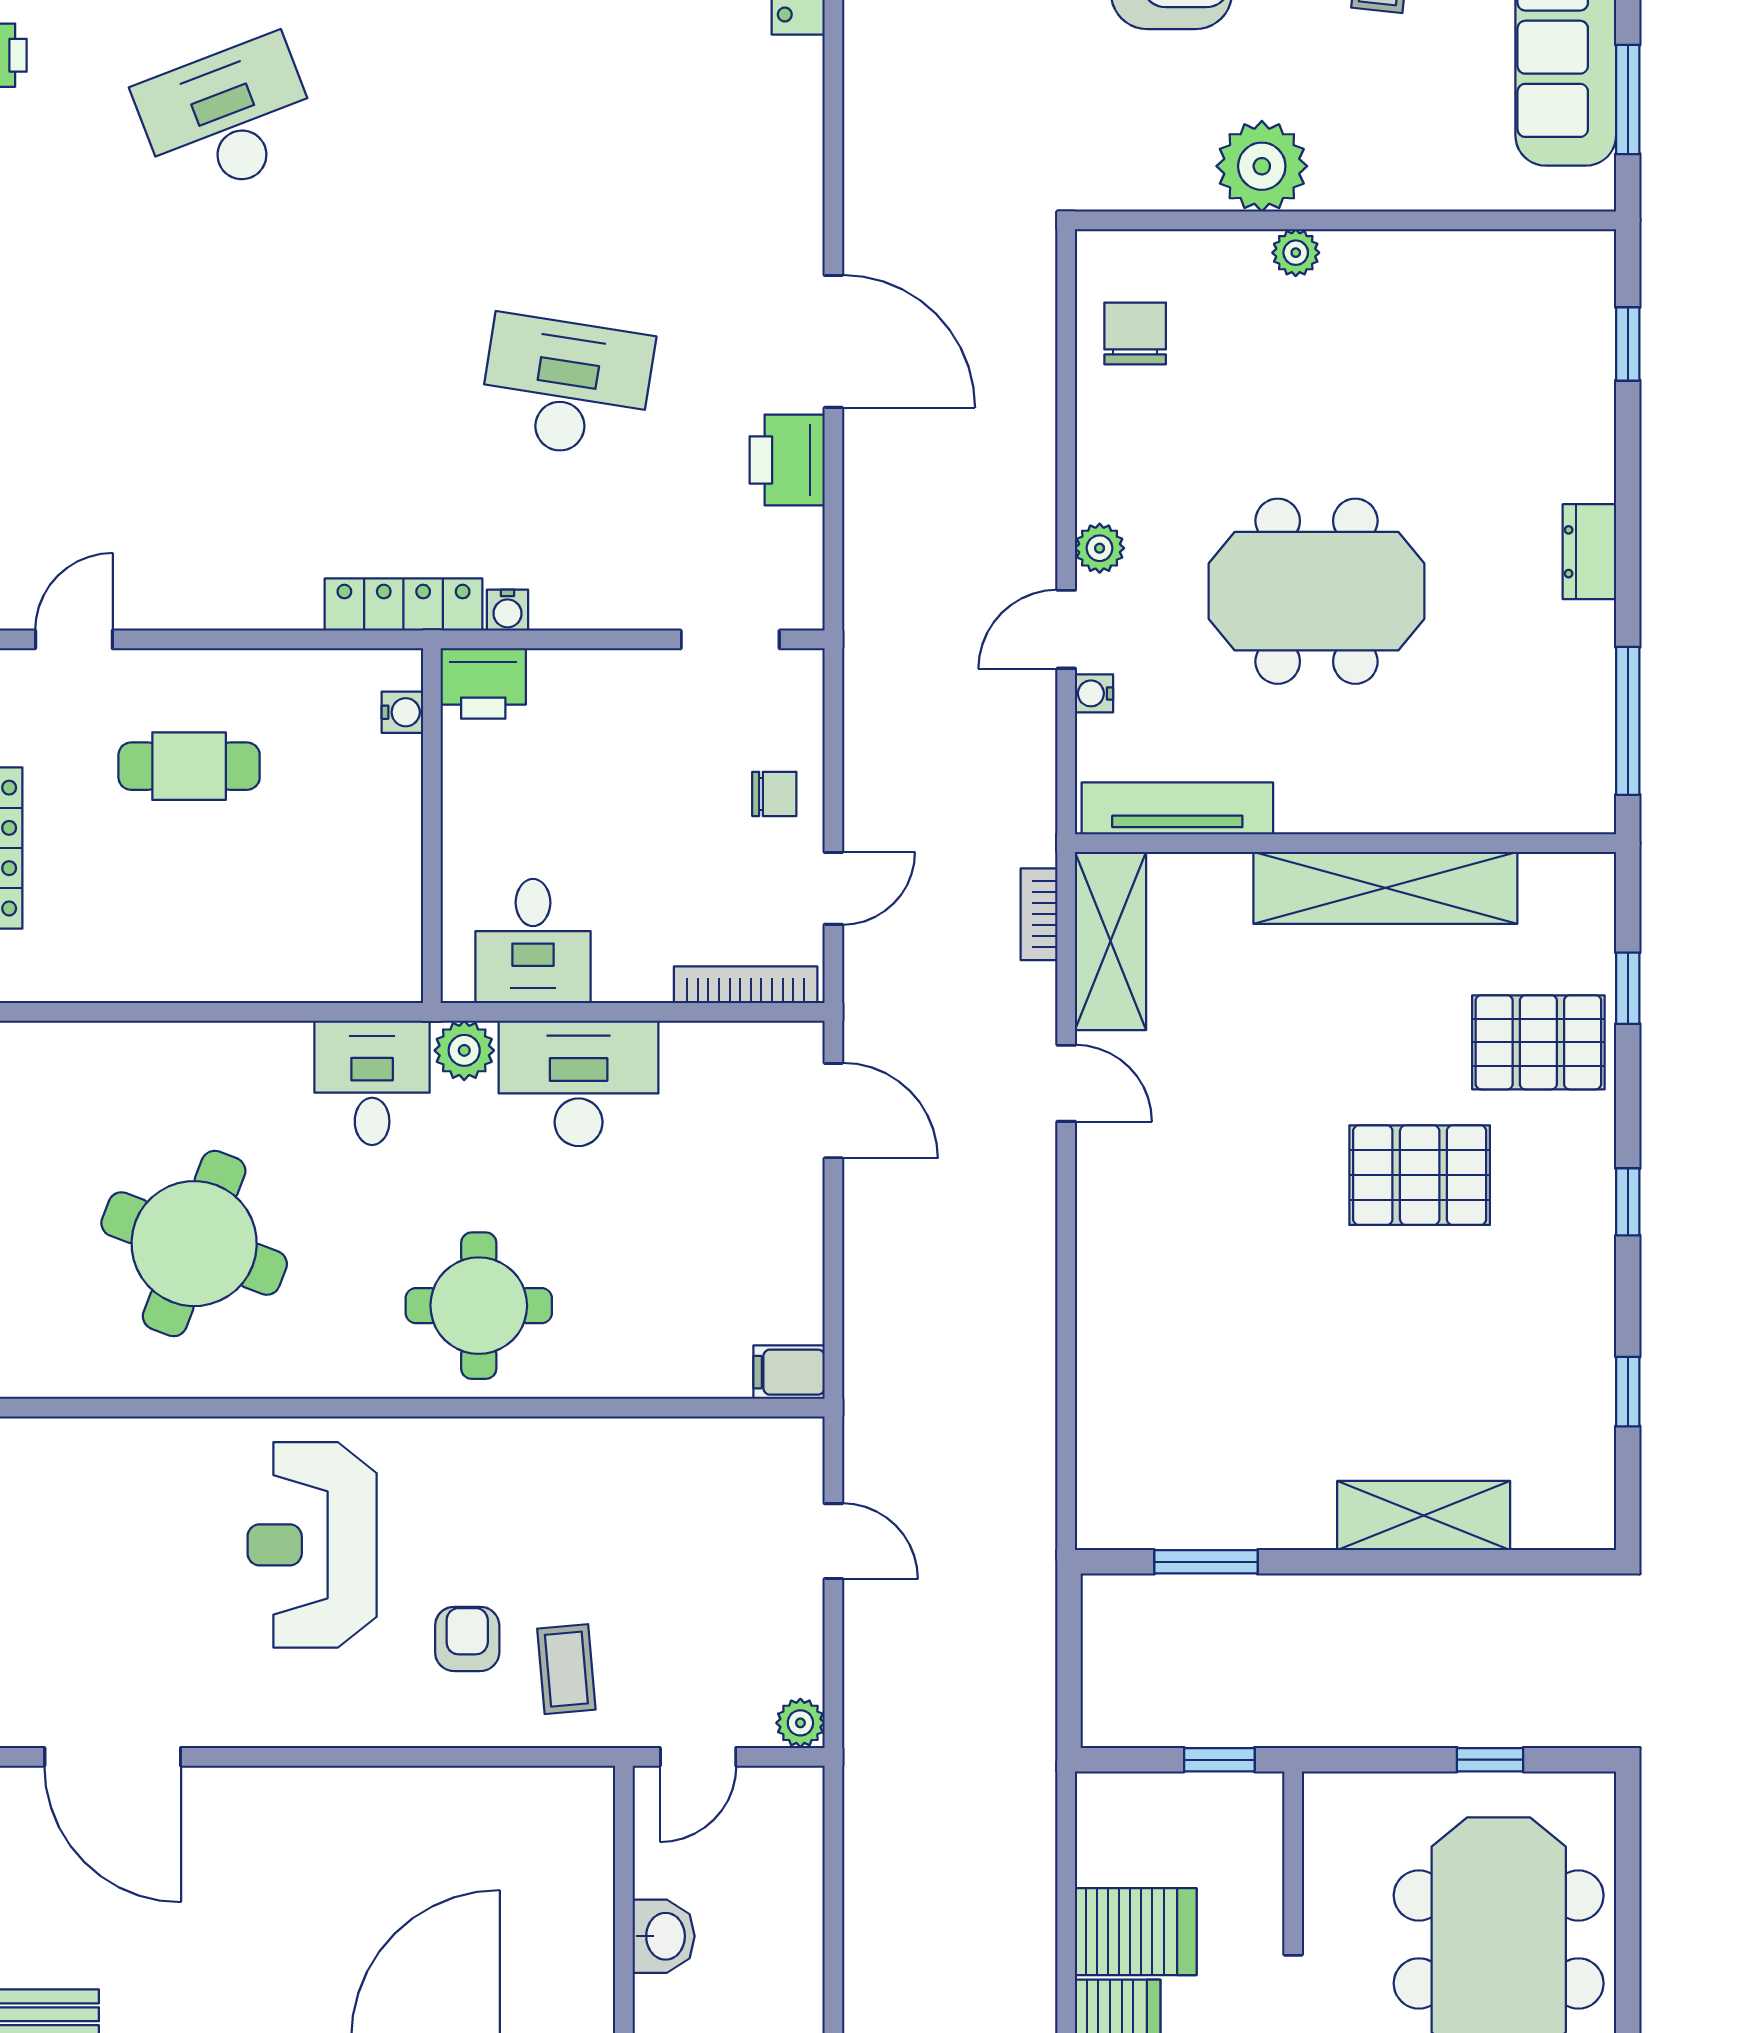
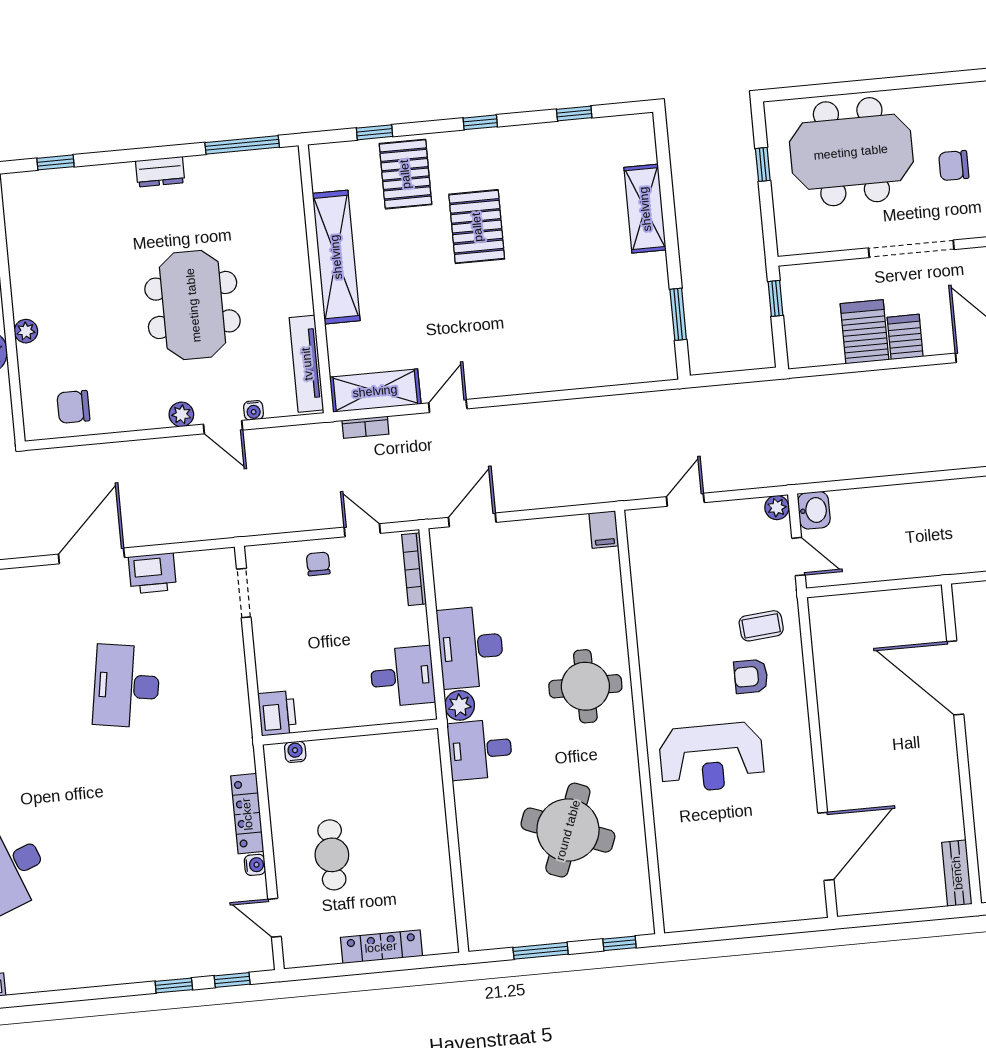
locker: (403, 605) -> (247, 814), moved
water cooler: (507, 610) -> (255, 865), moved
washbasin: (664, 1936) -> (814, 510), moved, turned 90

